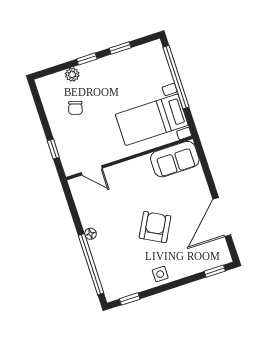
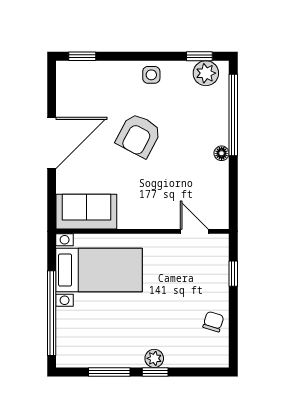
window: (120, 48) -> (109, 372), width x1.50
plant: (72, 75) -> (154, 358), moved
chair: (75, 108) -> (213, 322), moved
door: (222, 217) -> (52, 143), moved
plant: (121, 288) -> (206, 73), added

